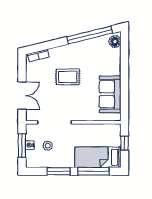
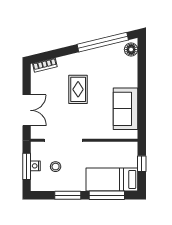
rug: (68, 77) -> (78, 89), turned 90

